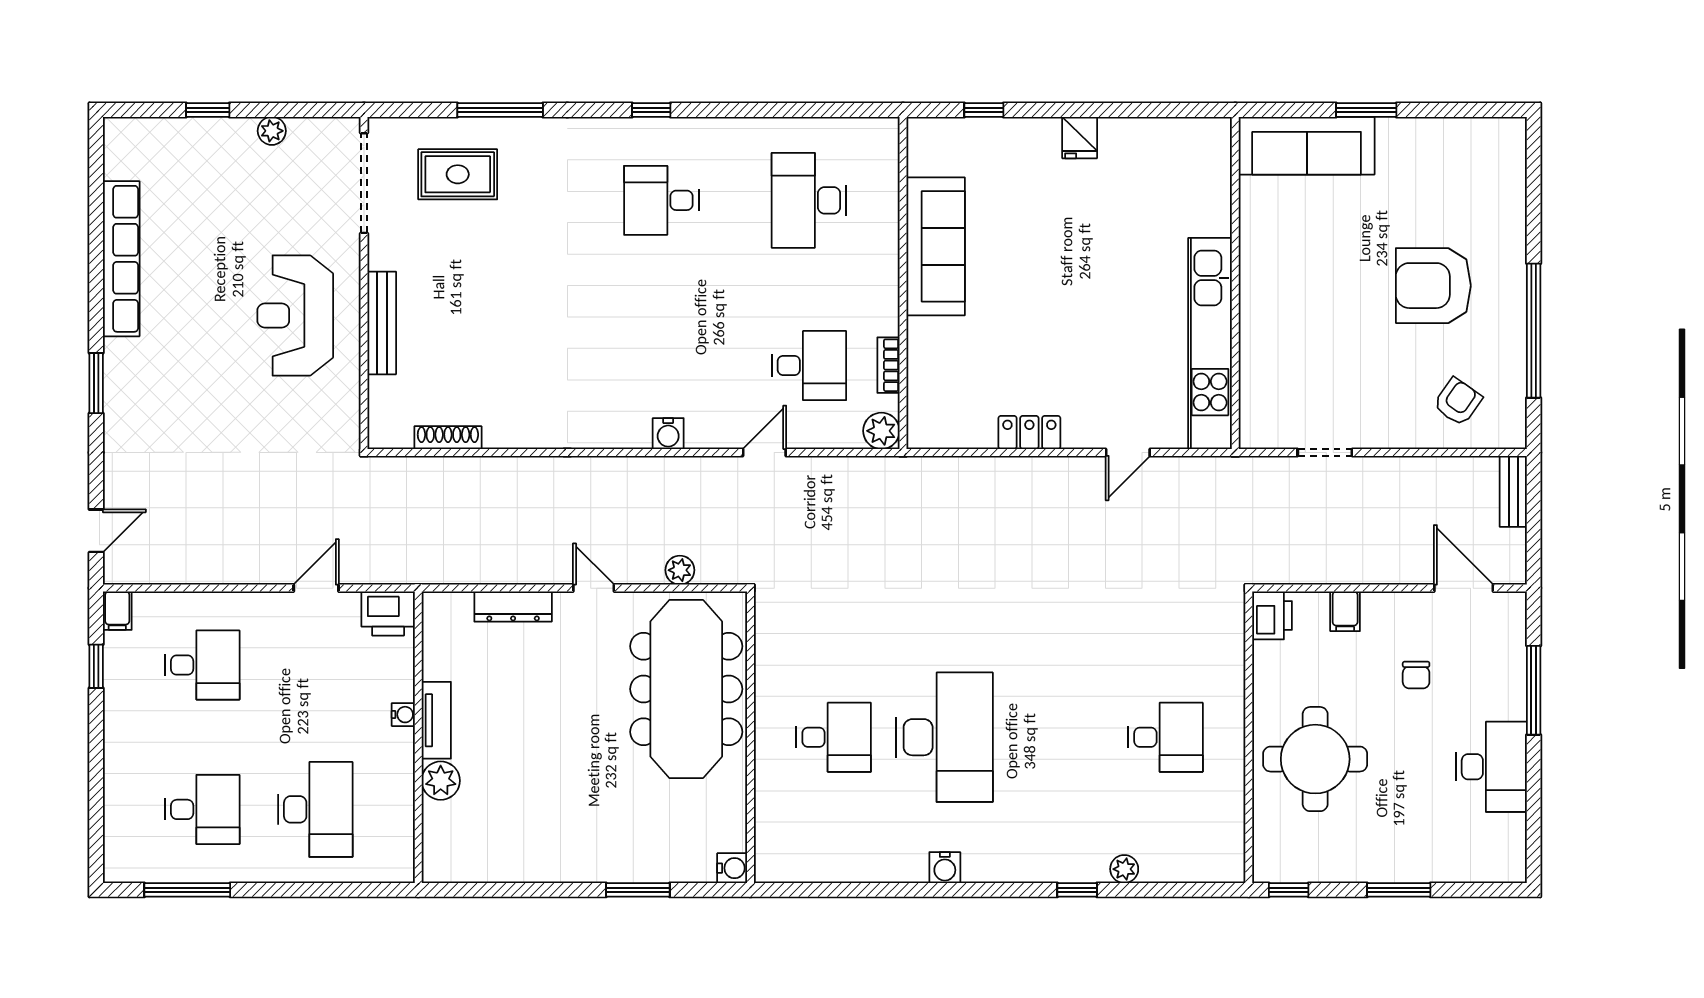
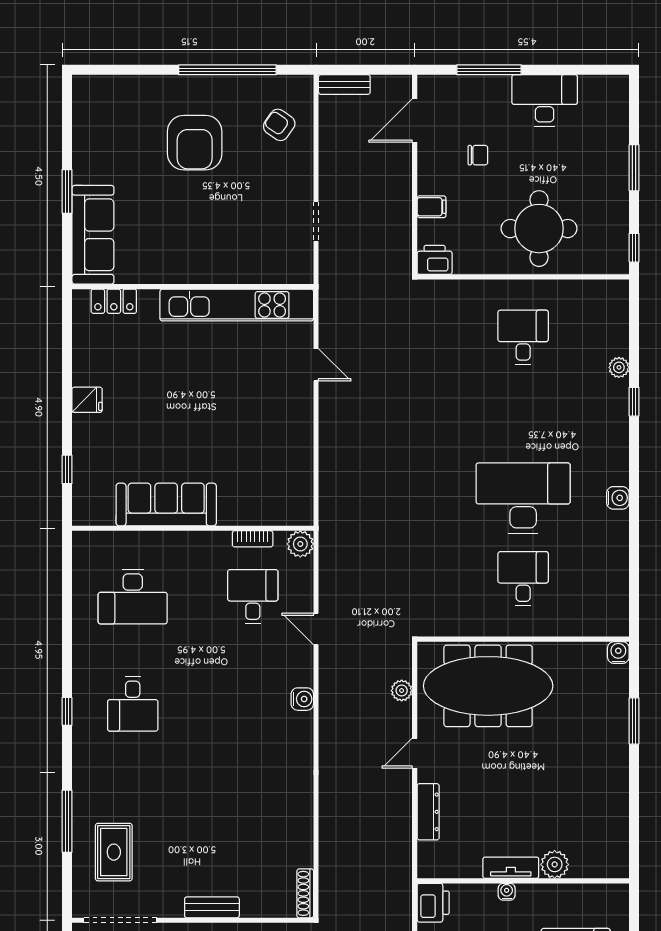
bench: (382, 323) -> (212, 907), width x0.73
locker: (1029, 432) -> (114, 301), moved, turned -90
shoe rack: (448, 438) -> (305, 893), moved

